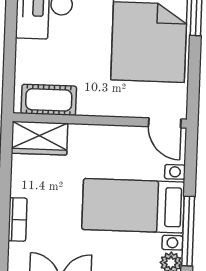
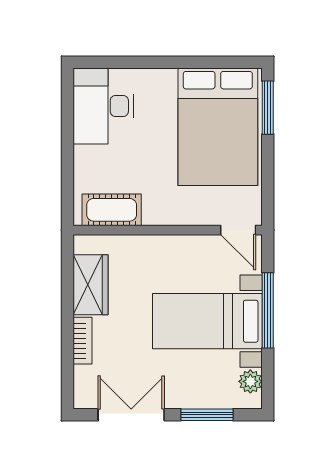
wardrobe: (40, 138) -> (91, 285), moved, turned -90
window: (188, 231) -> (268, 310), moved

